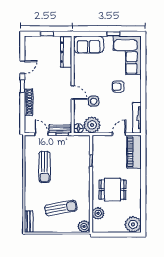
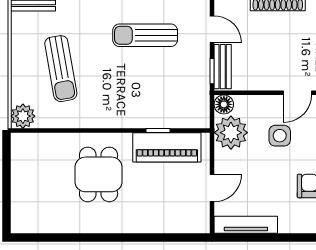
door: (42, 134) -> (212, 29), hinge flipped
door: (119, 134) -> (212, 188), hinge flipped
piano: (134, 152) -> (167, 147), moved, turned 180
plant: (98, 213) -> (50, 145), removed
plant: (133, 224) -> (27, 217), removed

